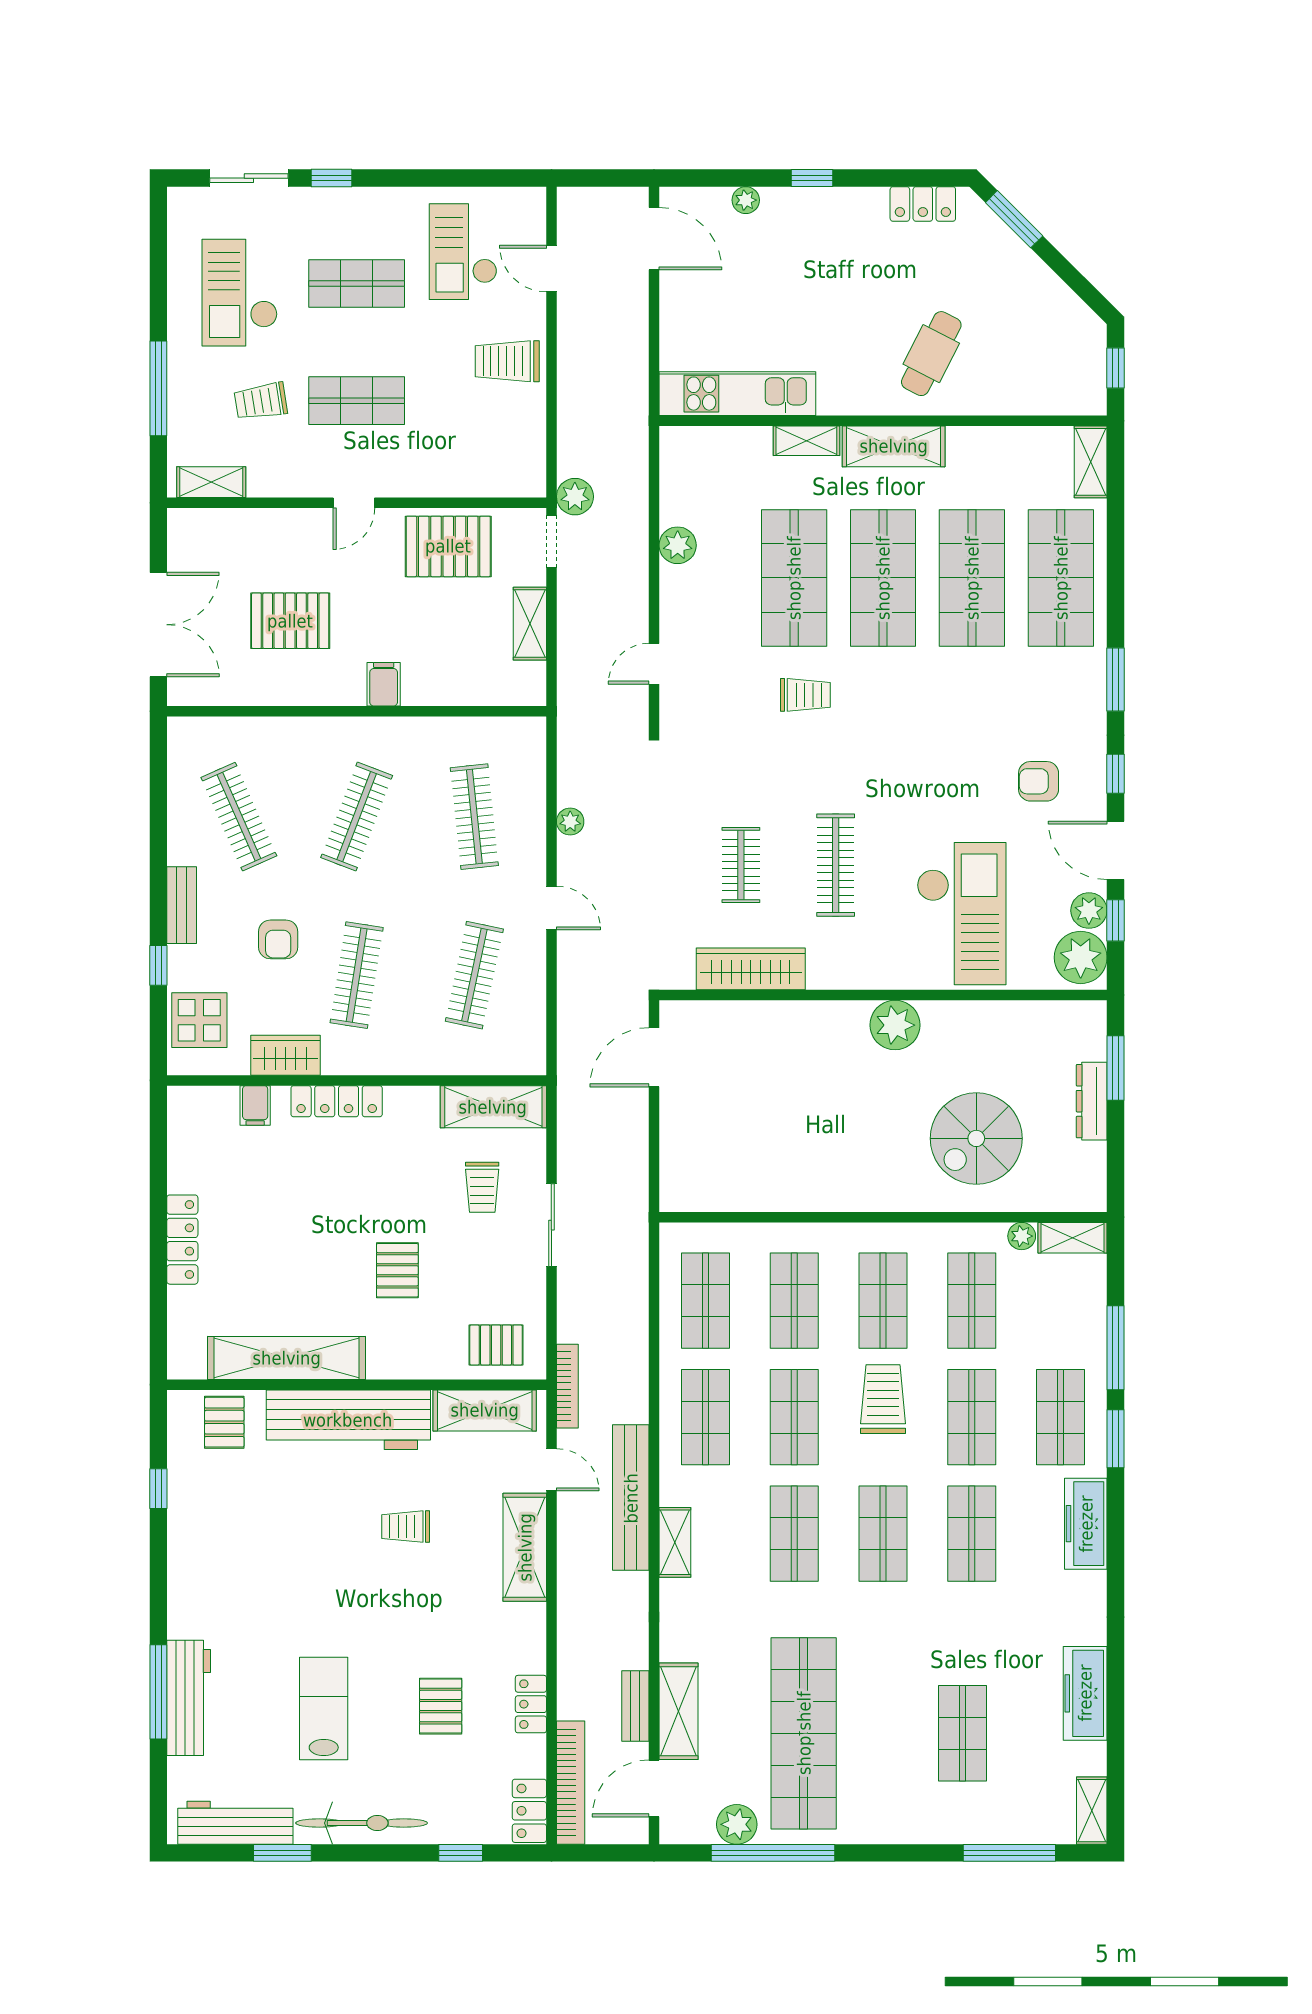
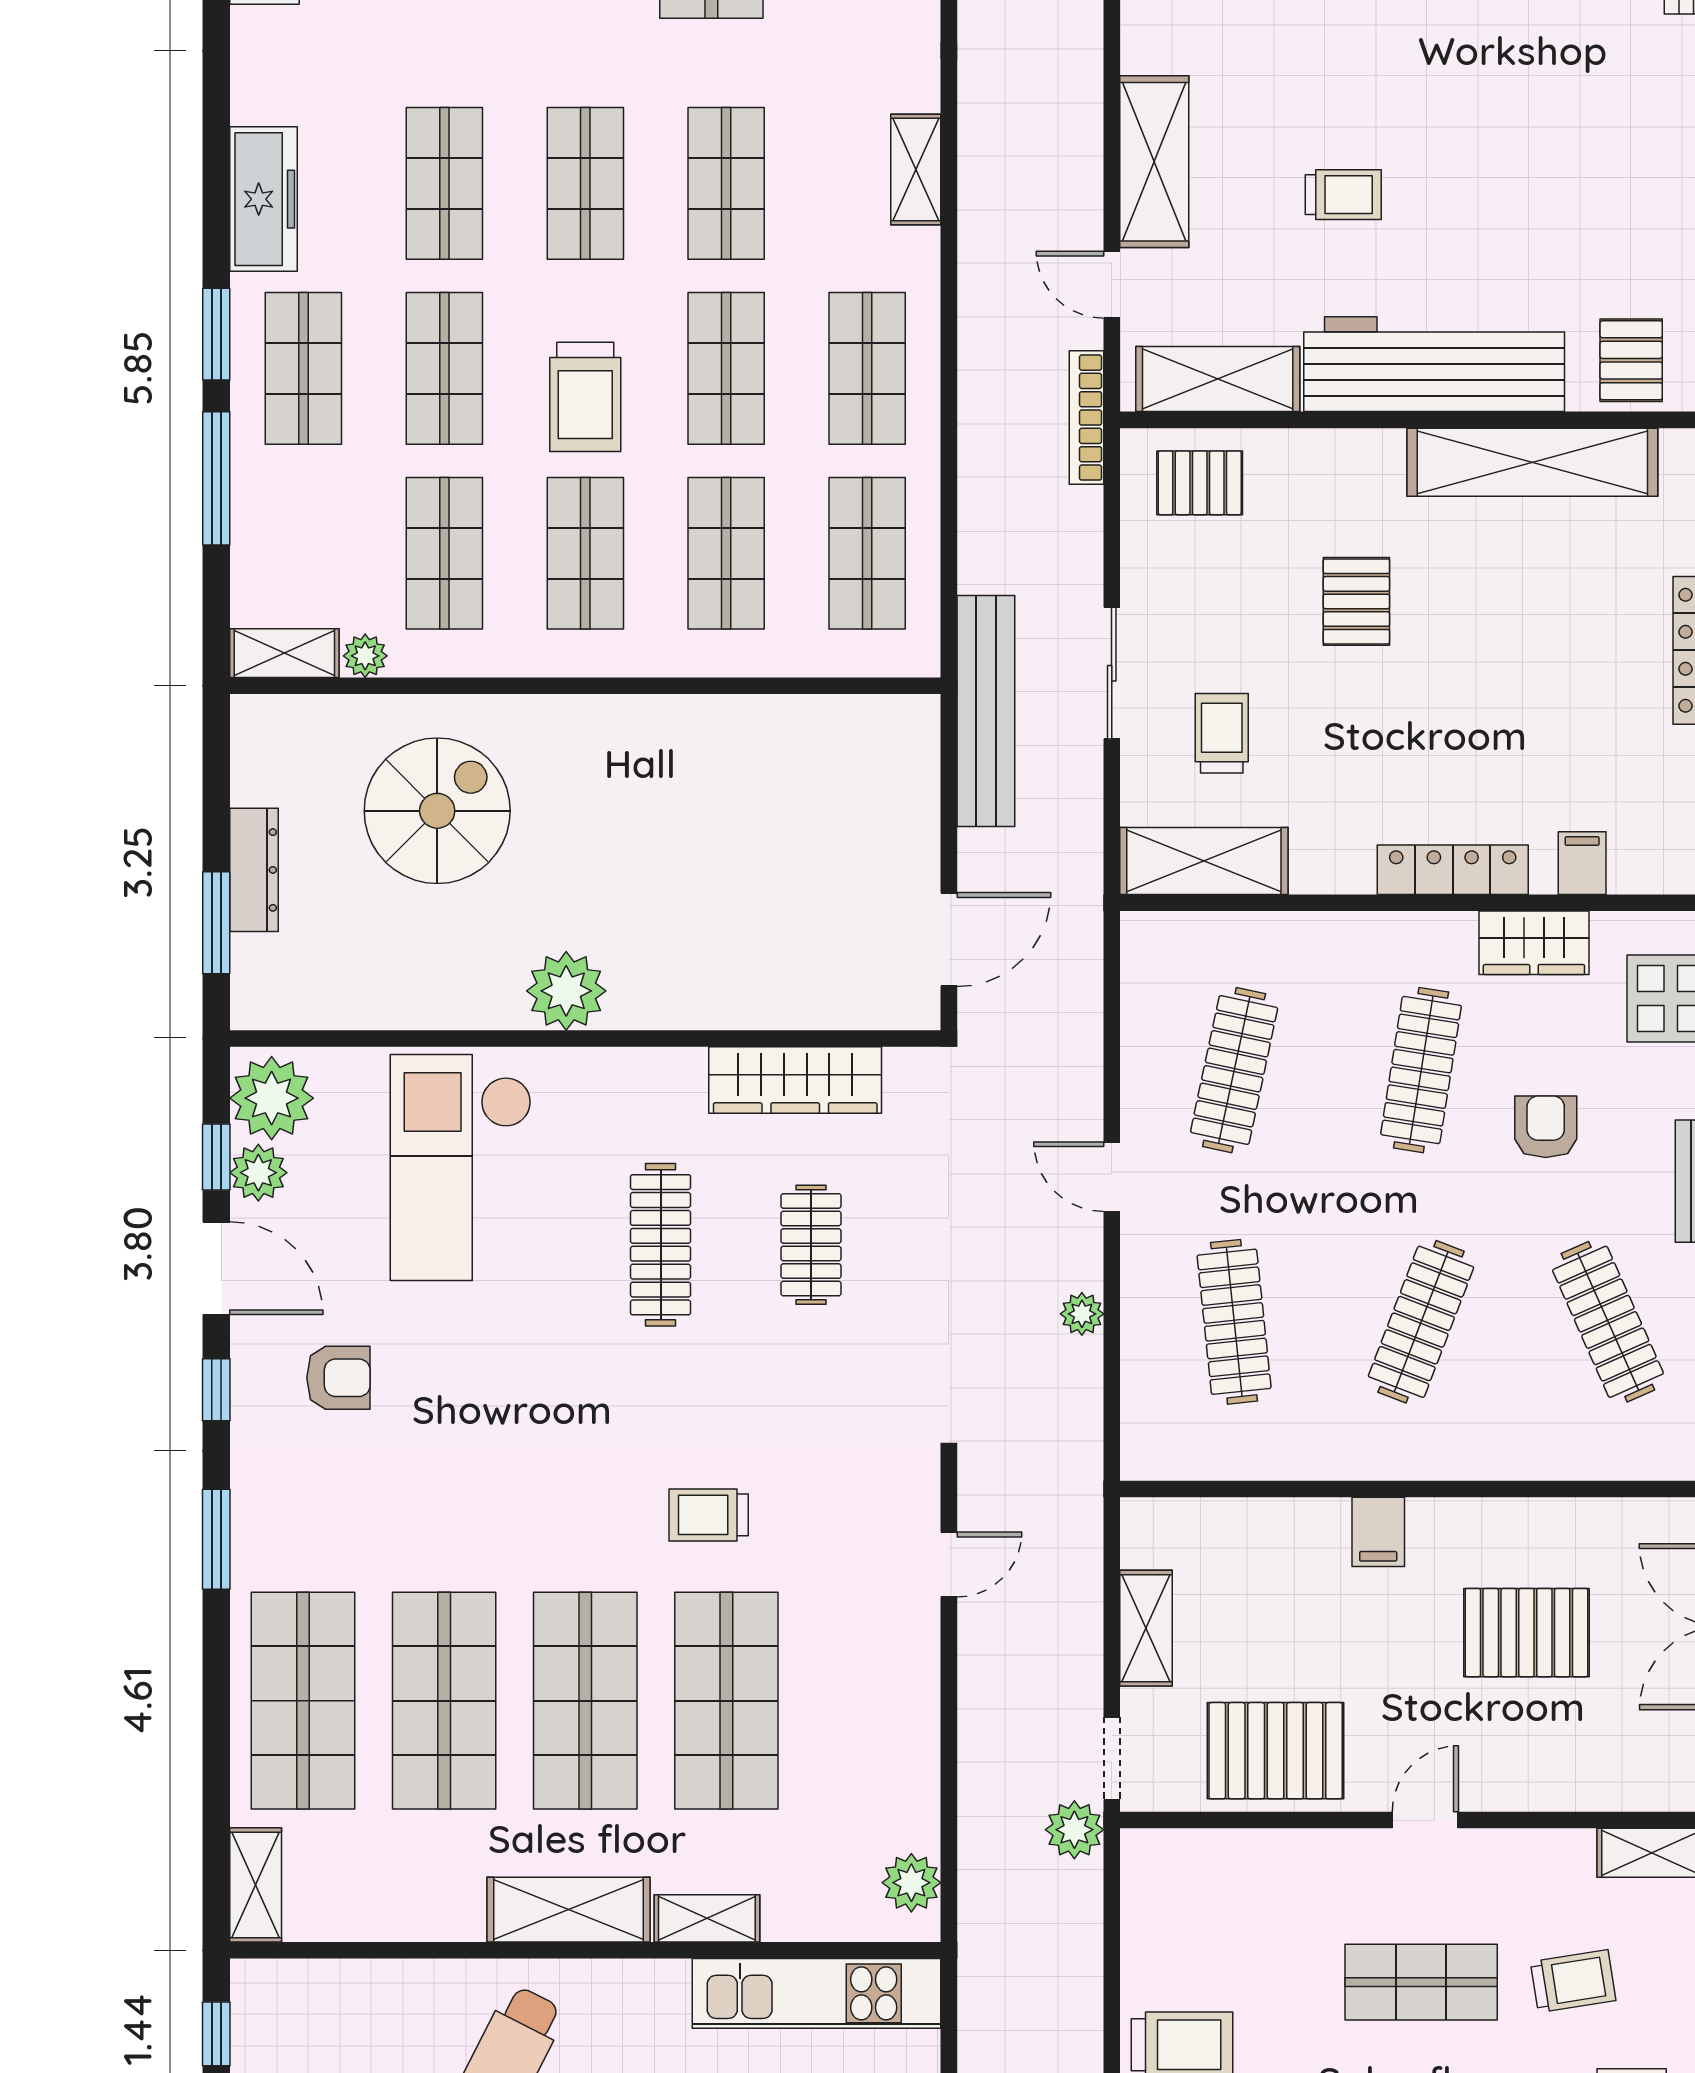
plant: (678, 545) -> (911, 1883), moved
bench: (631, 1498) -> (986, 711), moved

